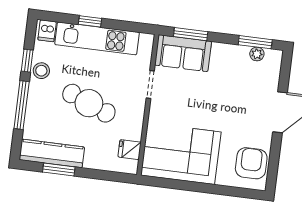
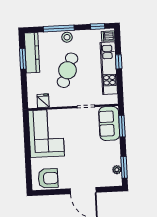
window: (27, 61) -> (98, 26), moved
stool: (41, 71) -> (67, 37), moved

